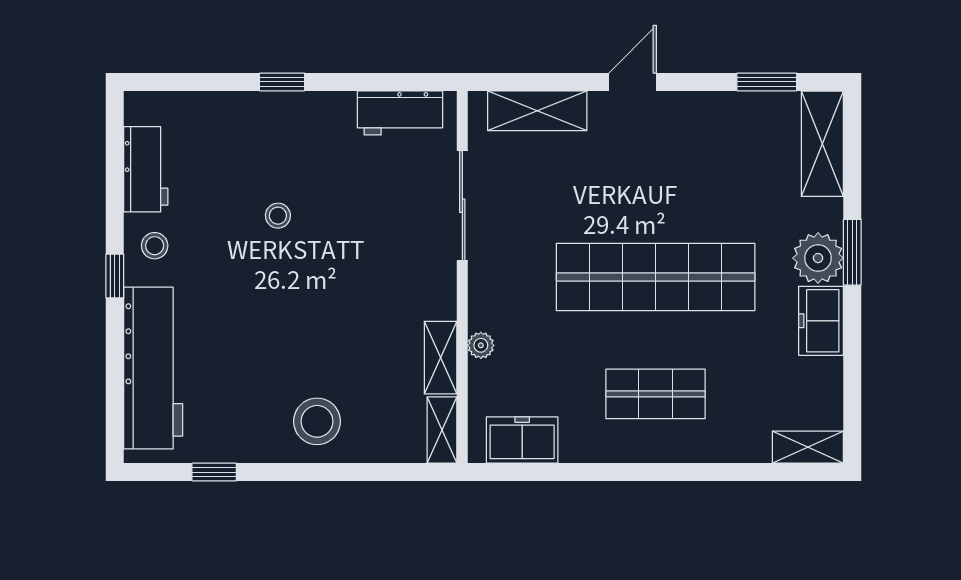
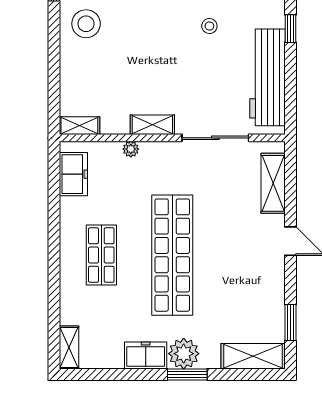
workbench: (400, 113) -> (267, 77), width x1.88, depth x1.32
shelving: (441, 358) -> (152, 125), moved
stool: (317, 421) -> (86, 24), moved

